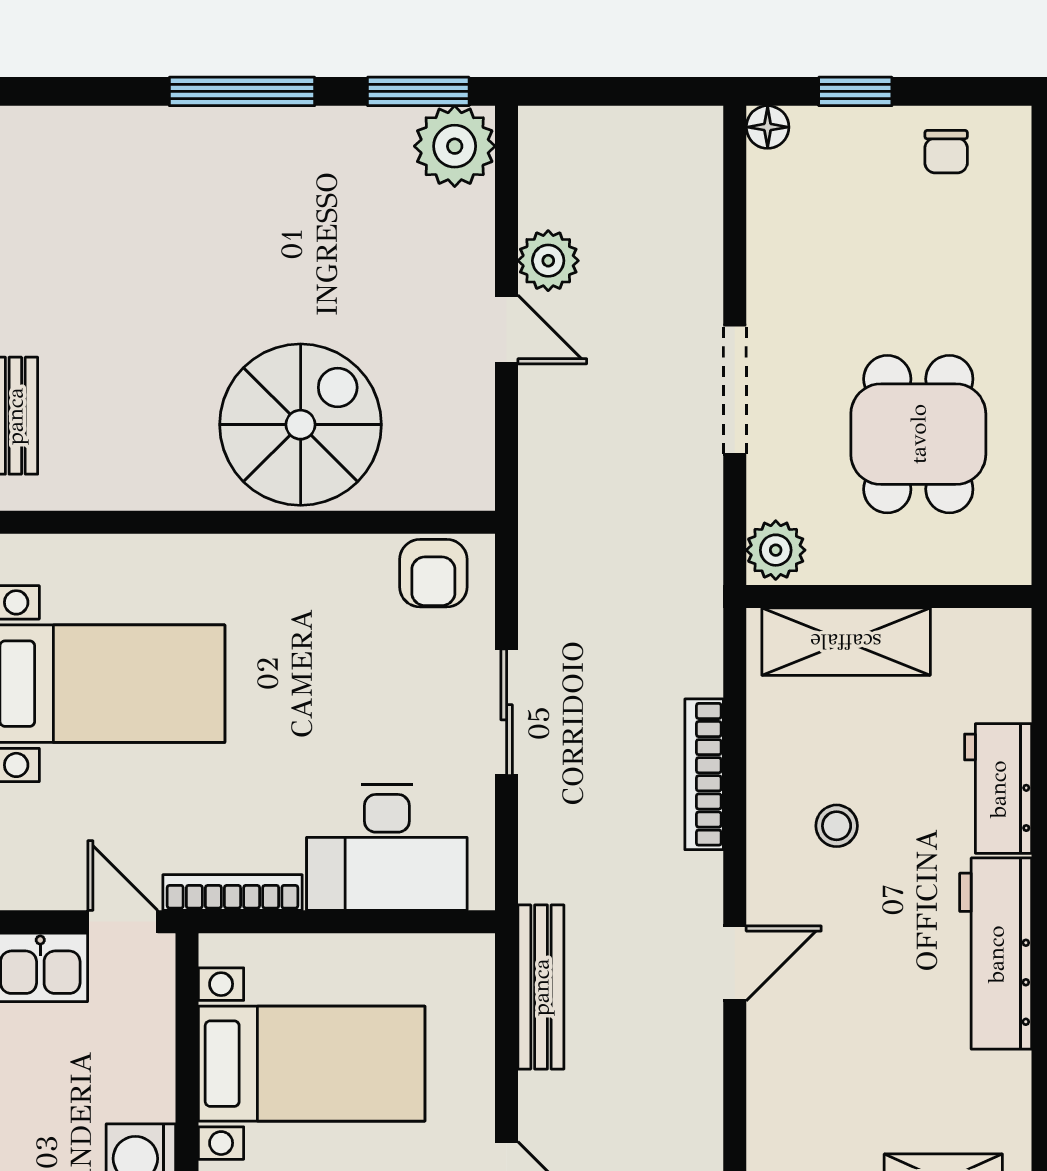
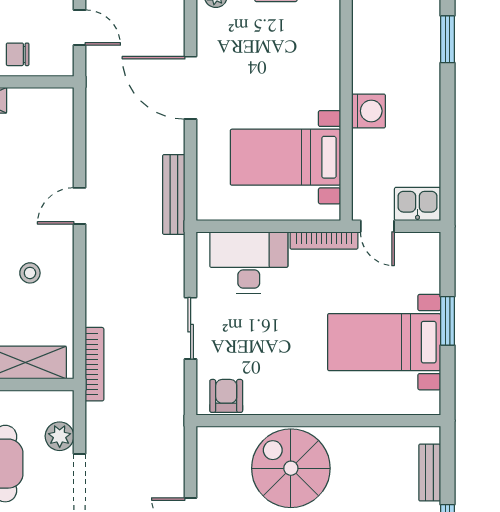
spiral stairs: (301, 425) -> (291, 468), turned 90
plant: (776, 550) -> (60, 436), moved
bookcase: (704, 774) -> (94, 364), moved

